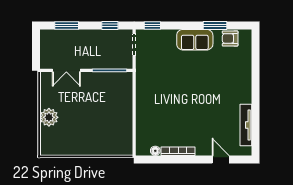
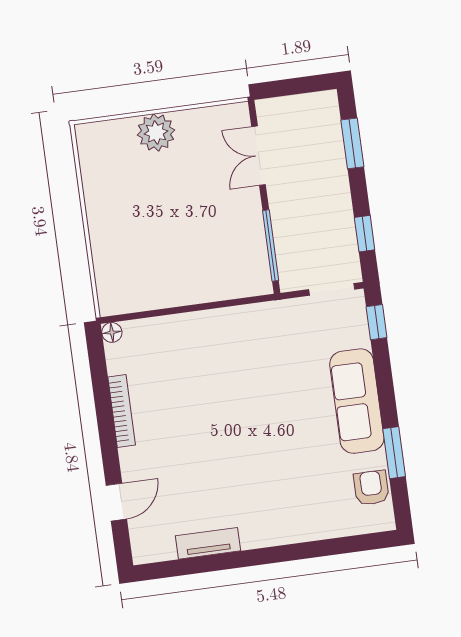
sofa: (195, 40) -> (357, 401), width x1.36
tv unit: (246, 125) -> (208, 543), width x0.71
floor lamp: (155, 151) -> (112, 332), moved

